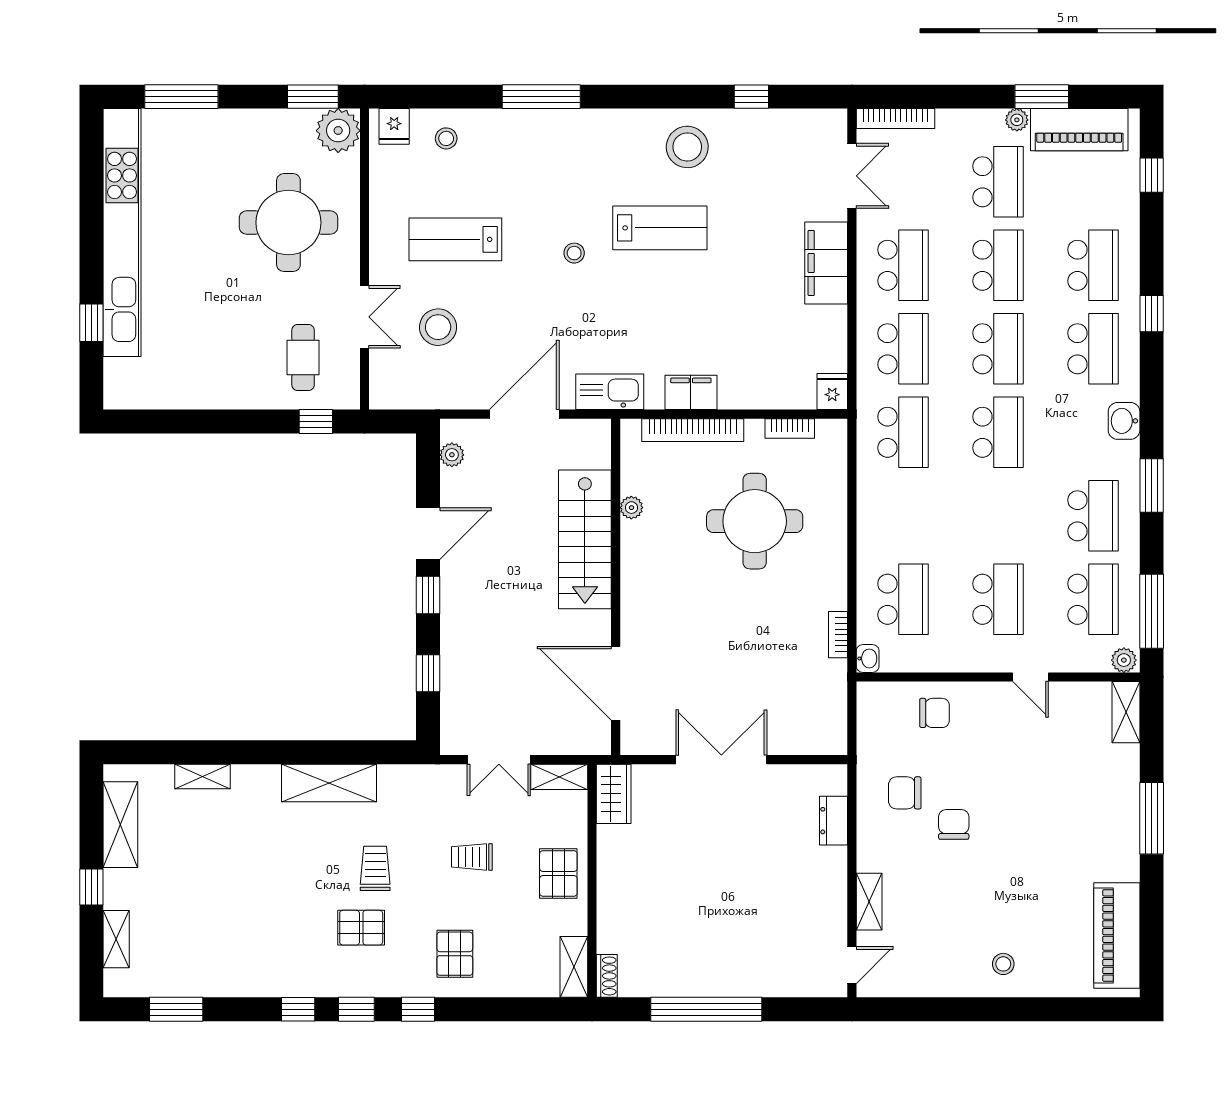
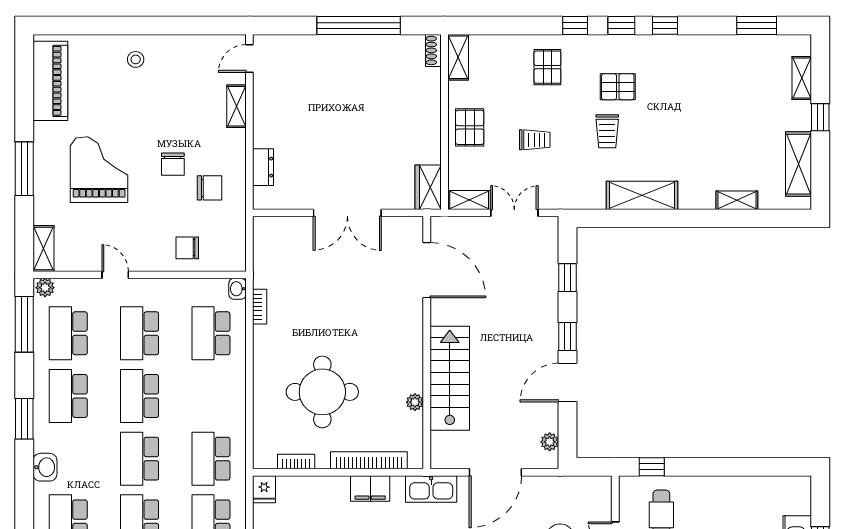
school desk: (998, 516) -> (140, 396), added
grand piano: (1052, 817) -> (99, 170), added

